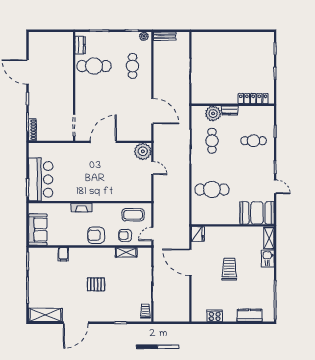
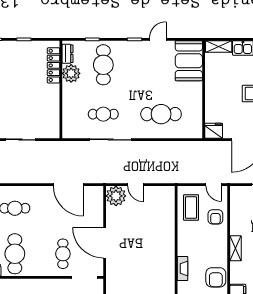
cafe table: (94, 107) -> (63, 254), added
dresser: (230, 110) -> (67, 54), moved
door: (152, 111) -> (68, 185), swing flipped
plant: (213, 114) -> (71, 73), moved
cafe table: (254, 141) -> (103, 65), width x1.37, depth x1.35
door: (152, 168) -> (136, 185), swing flipped
cafe table: (212, 189) -> (161, 114), turned 90
armchair: (96, 235) -> (216, 277), moved
shelving: (126, 252) -> (236, 248), moved

